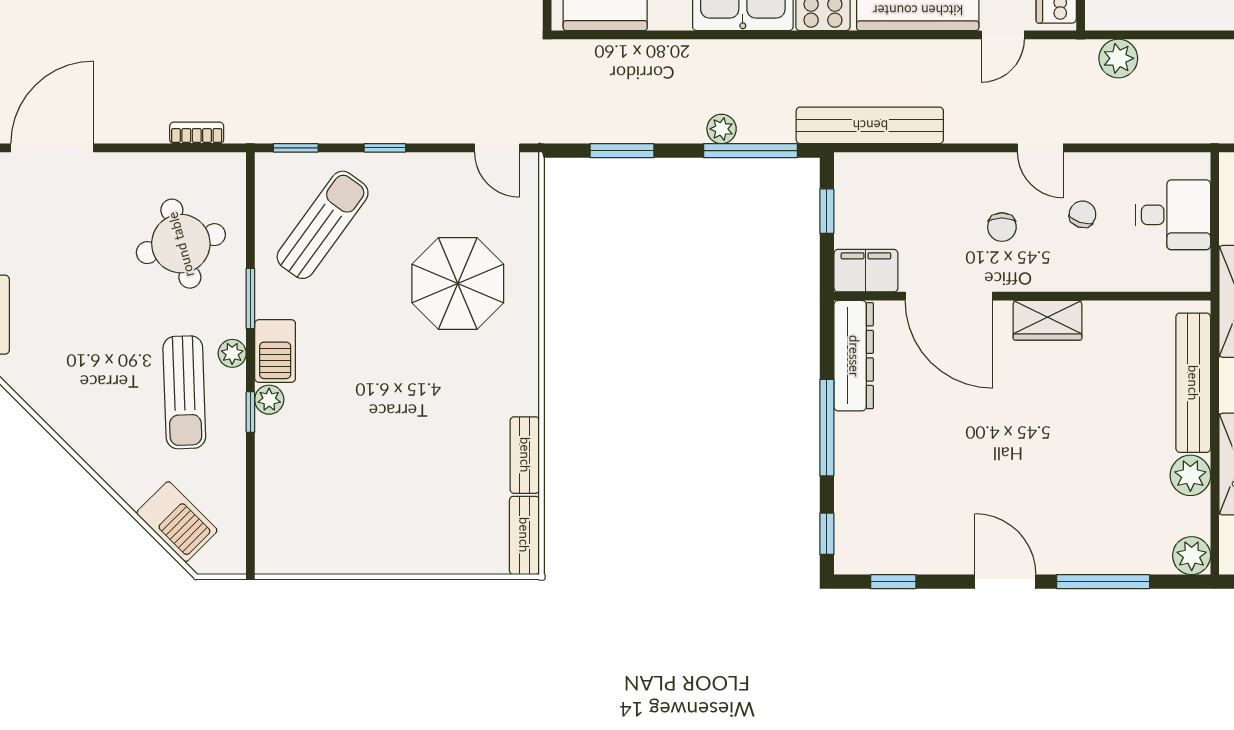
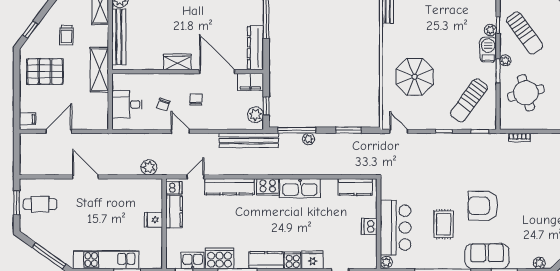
plant: (854, 189) -> (255, 115), added
plant: (232, 353) -> (505, 60), moved
sun lounger: (184, 392) -> (525, 33), turned 146

